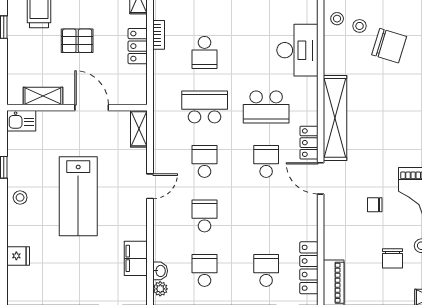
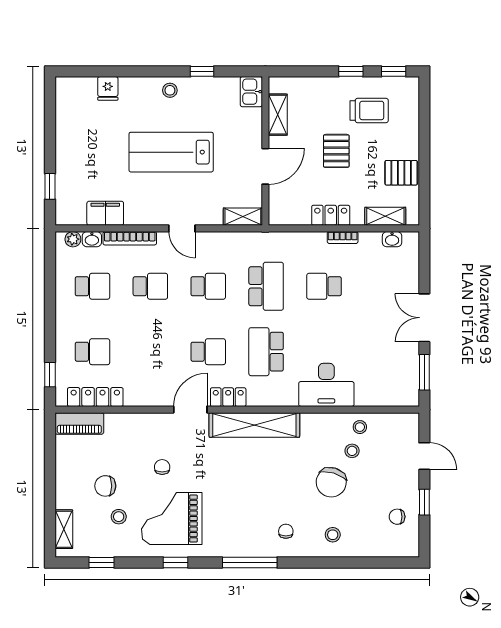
bookcase: (159, 235) -> (130, 238), added

